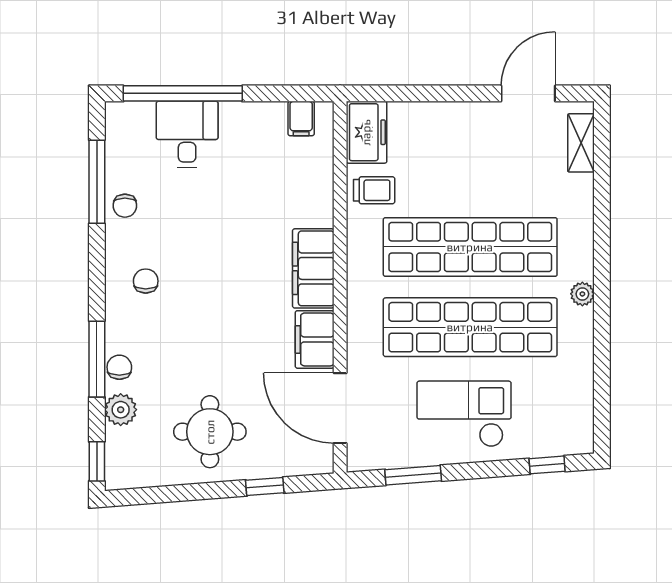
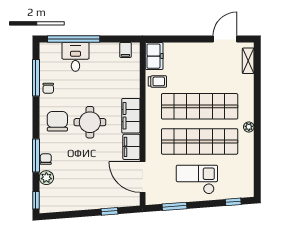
chair: (146, 281) -> (57, 121), width x1.87, depth x1.87
round table: (210, 432) -> (90, 122), moved

